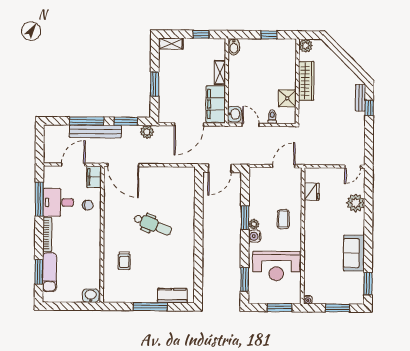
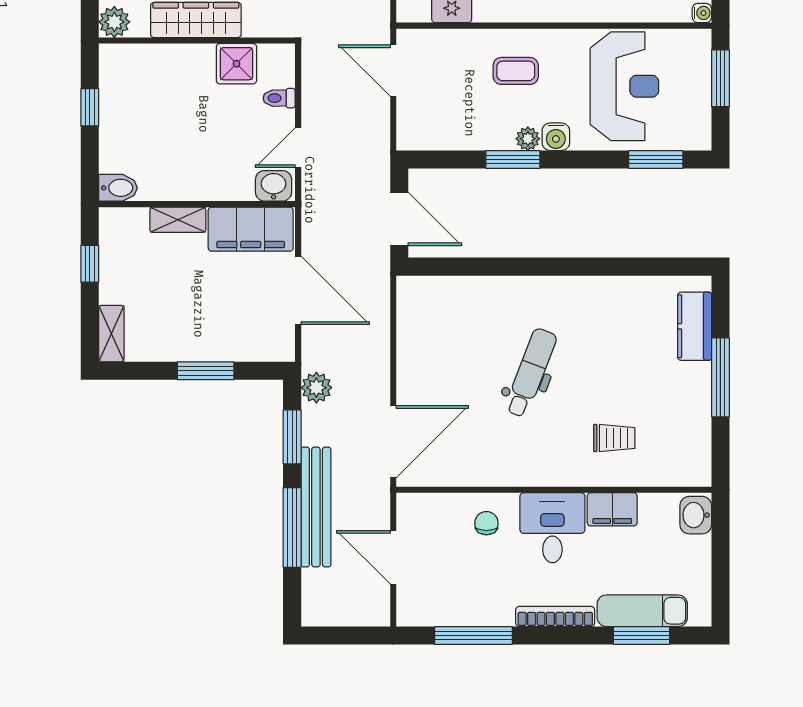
filing cabinet: (94, 177) -> (612, 509), moved
desk: (58, 202) -> (552, 528), moved, turned 180

